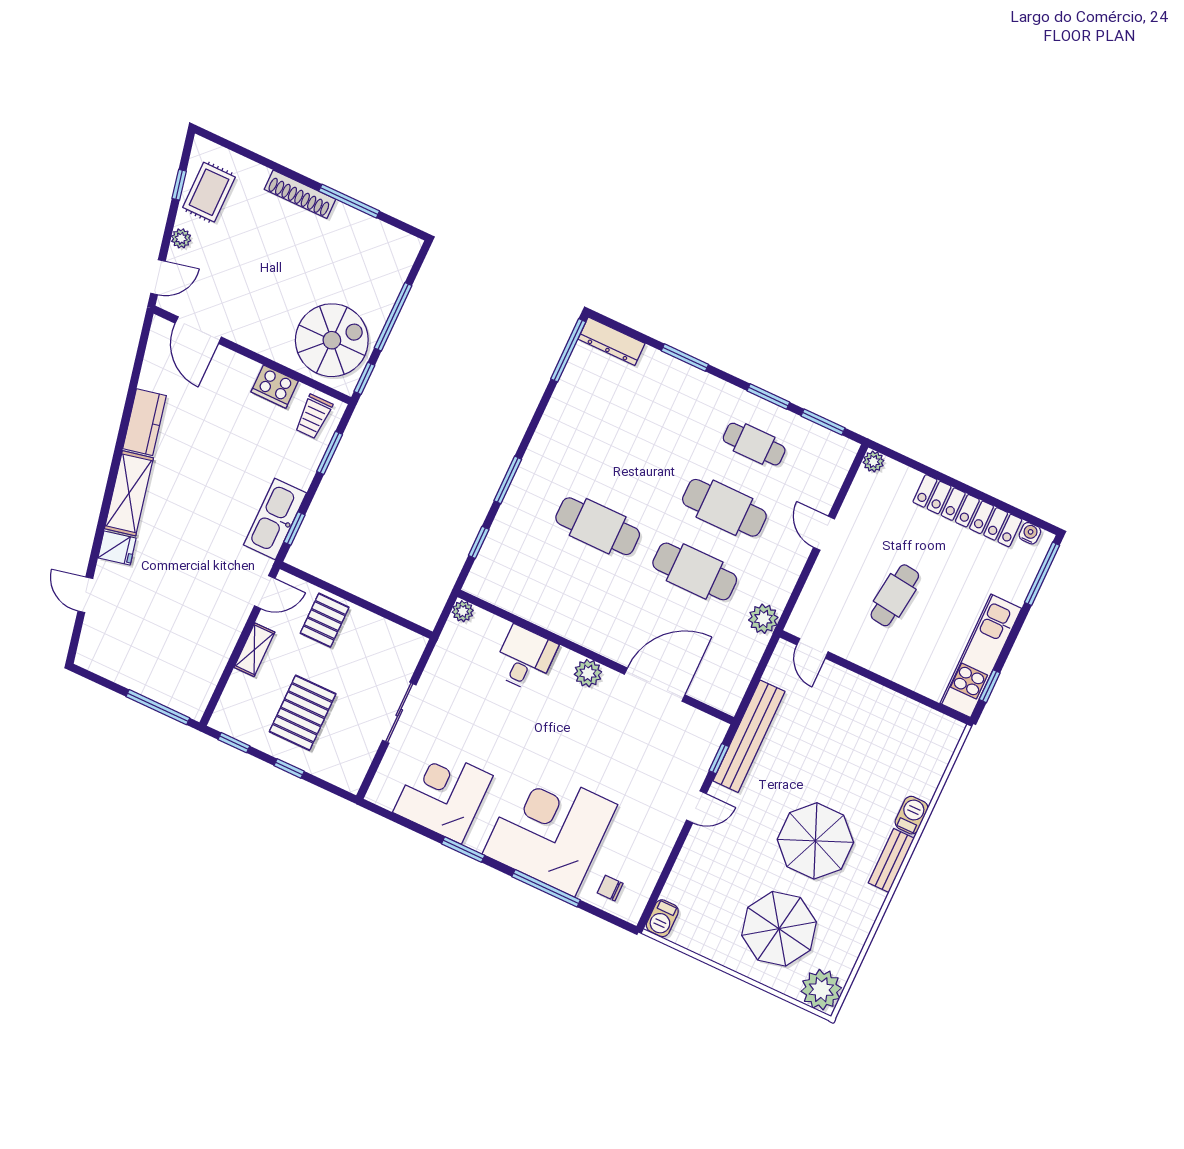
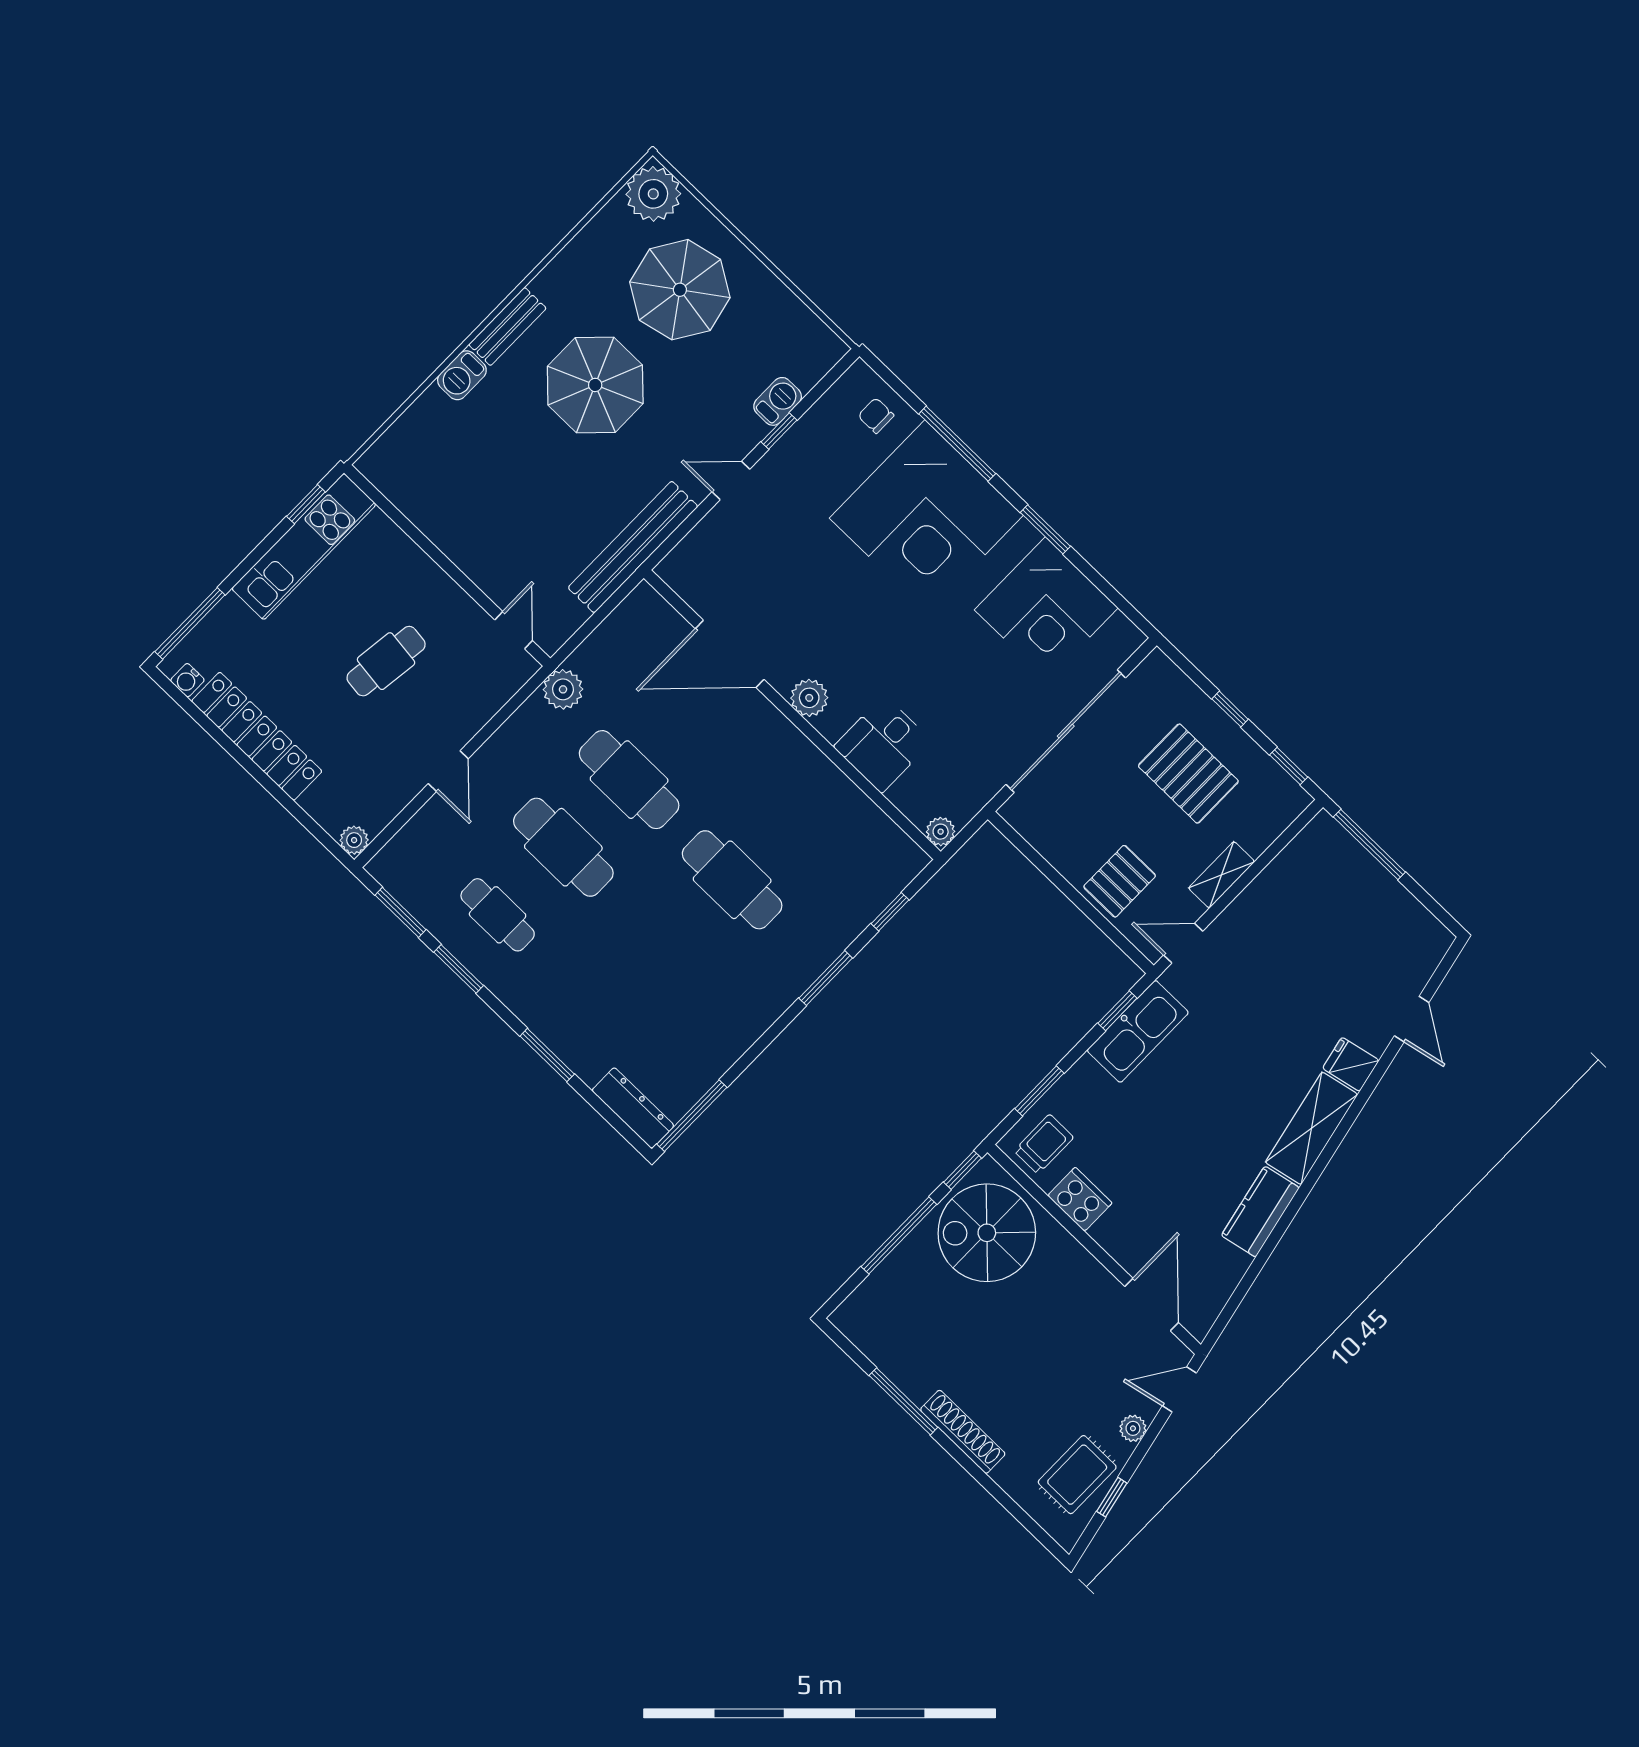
pallet: (303, 713) -> (1188, 774), turned 90
sliding door: (399, 713) -> (1066, 731), width x1.86
window: (719, 759) -> (779, 431), moved
chair: (610, 888) -> (876, 416), turned 180
barbecue: (662, 918) -> (778, 401), moved

